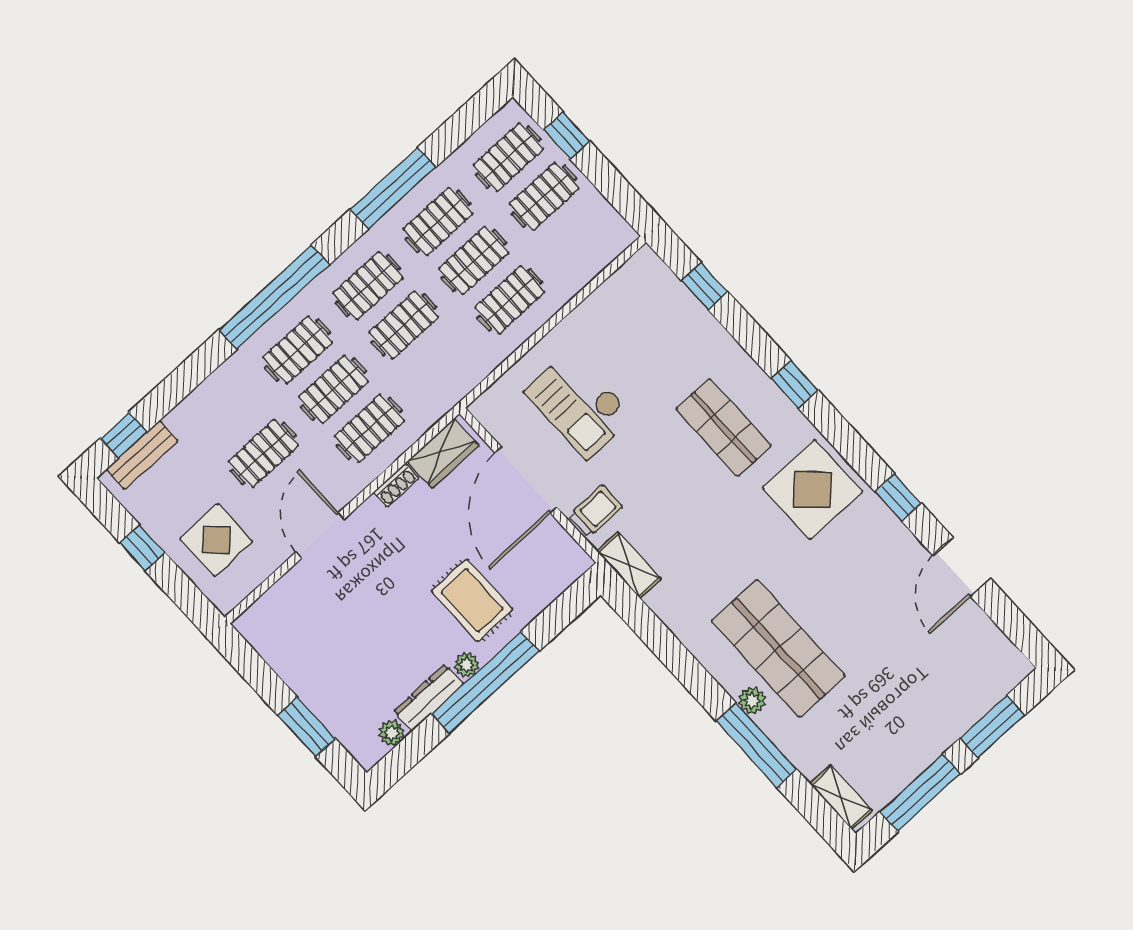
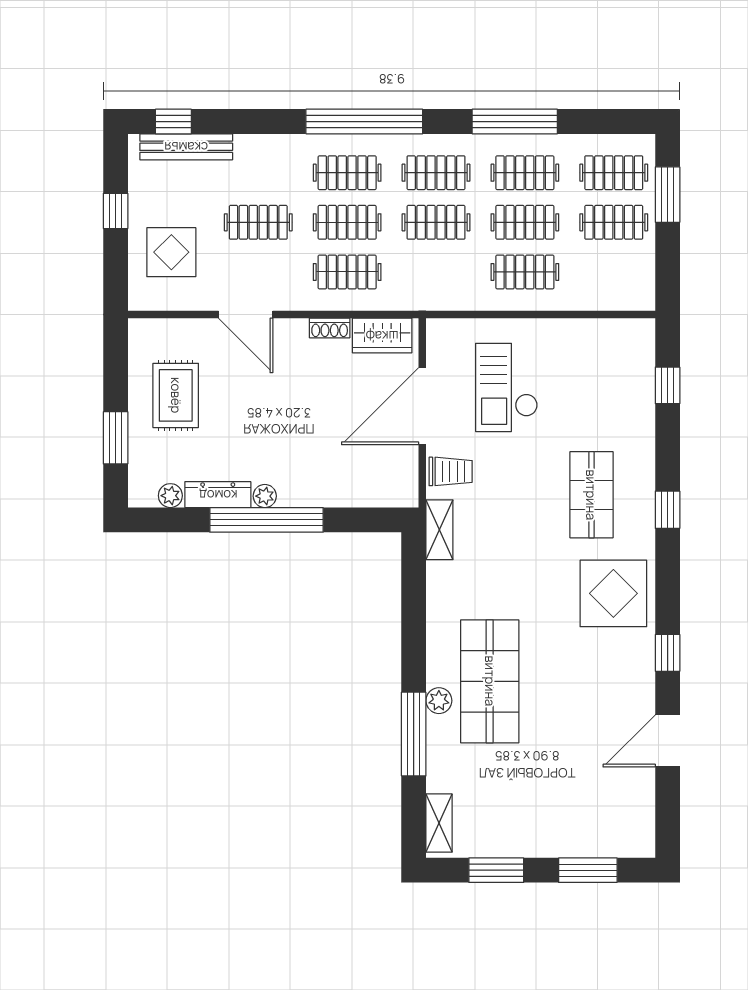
window: (567, 135) -> (668, 195), width x1.50
bench: (142, 455) -> (186, 147), width x1.36
door: (320, 535) -> (246, 315), swing flipped
rug: (472, 600) -> (176, 395), moved
window: (920, 793) -> (496, 870), width x0.69

